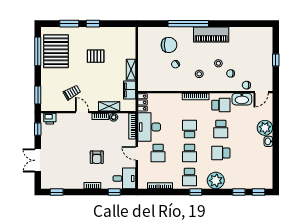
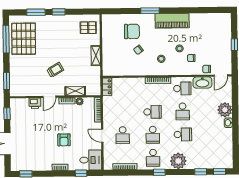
window: (188, 24) -> (150, 11), width x0.47
pallet: (96, 56) -> (88, 28), moved
filing cabinet: (130, 90) -> (95, 75), removed
trolley: (72, 92) -> (55, 70), moved
door: (82, 112) -> (49, 97), swing flipped
printer: (50, 119) -> (35, 103), moved
desk: (149, 127) -> (114, 110), removed
school desk: (189, 129) -> (153, 112), turned 90
school desk: (221, 153) -> (183, 134), turned 180

